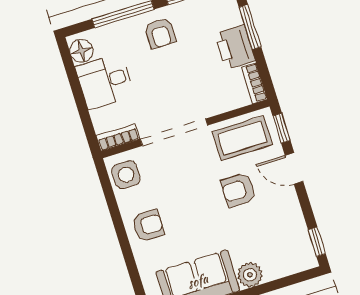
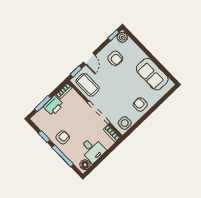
armchair: (238, 190) -> (115, 58), moved
plant: (250, 275) -> (122, 37), moved

